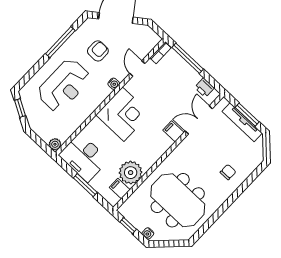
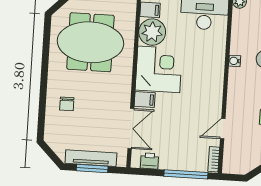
door: (137, 68) -> (223, 129), swing flipped
water cooler: (114, 84) -> (235, 61), moved
corner desk: (123, 114) -> (159, 69), moved, turned 180

